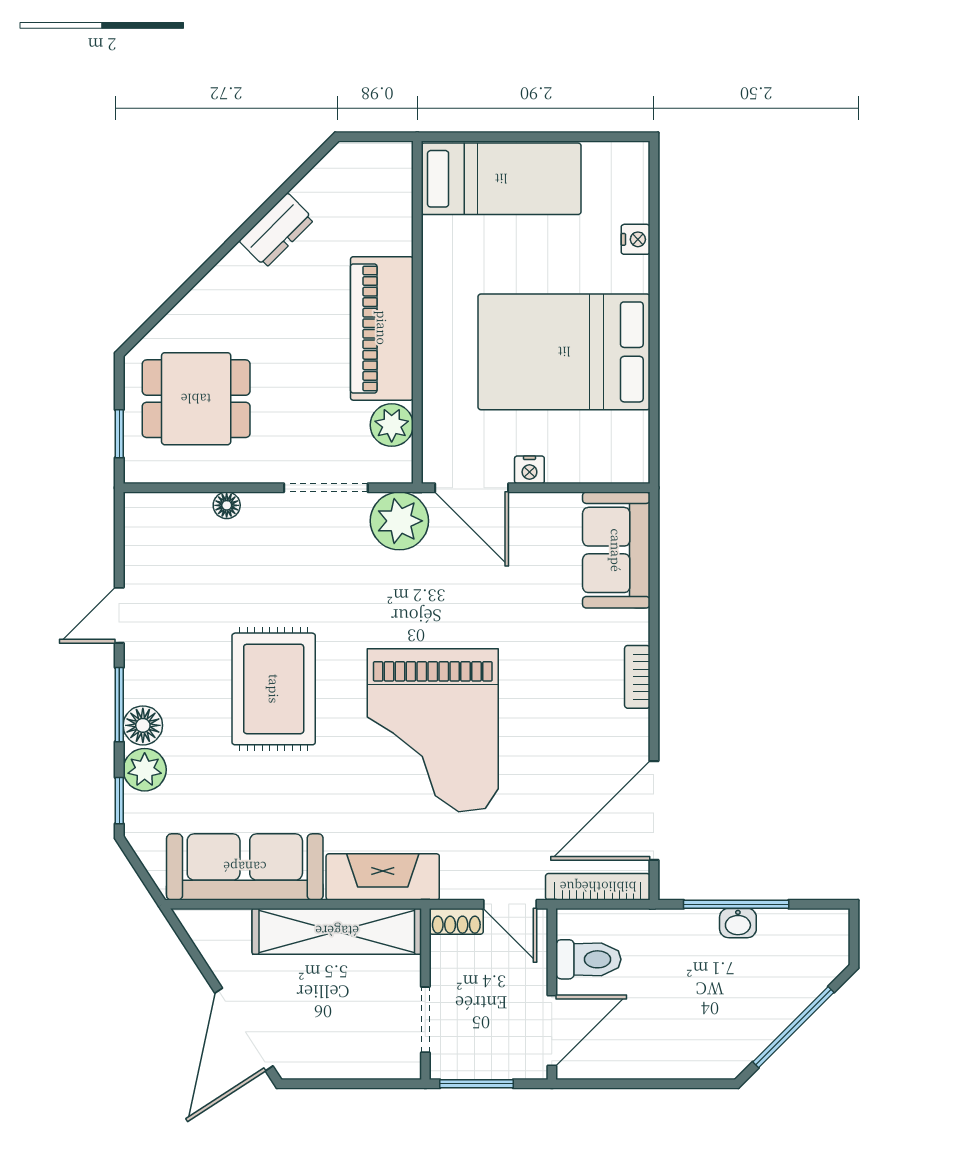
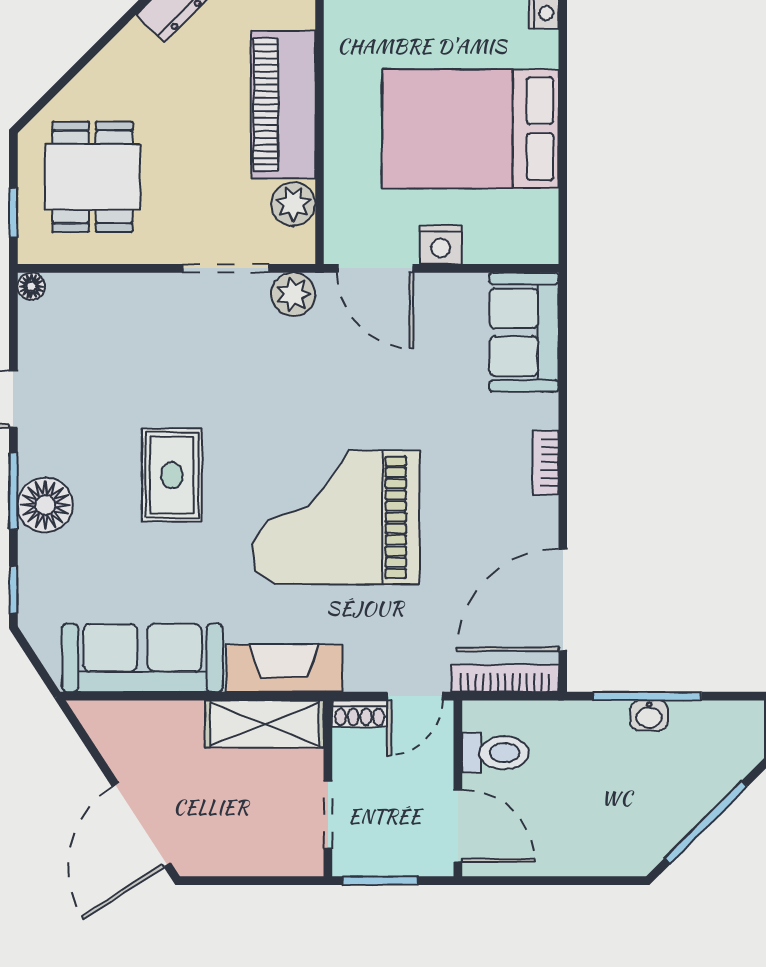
dining table: (196, 399) -> (92, 177), turned 90
nightstand: (529, 470) -> (441, 245), width x1.39, depth x1.35
floor lamp: (227, 505) -> (31, 286), moved
plant: (399, 521) -> (293, 294), width x0.73, depth x0.73
rug: (274, 689) -> (172, 475), width x0.73, depth x0.70
floor lamp: (143, 725) -> (45, 505), width x1.38, depth x1.38
grand piano: (433, 730) -> (335, 517), turned 90
plant: (145, 770) -> (39, 558), removed
door: (510, 904) -> (415, 696), hinge flipped
shelving: (337, 931) -> (264, 724), width x0.68
door: (552, 1031) -> (458, 826), hinge flipped

